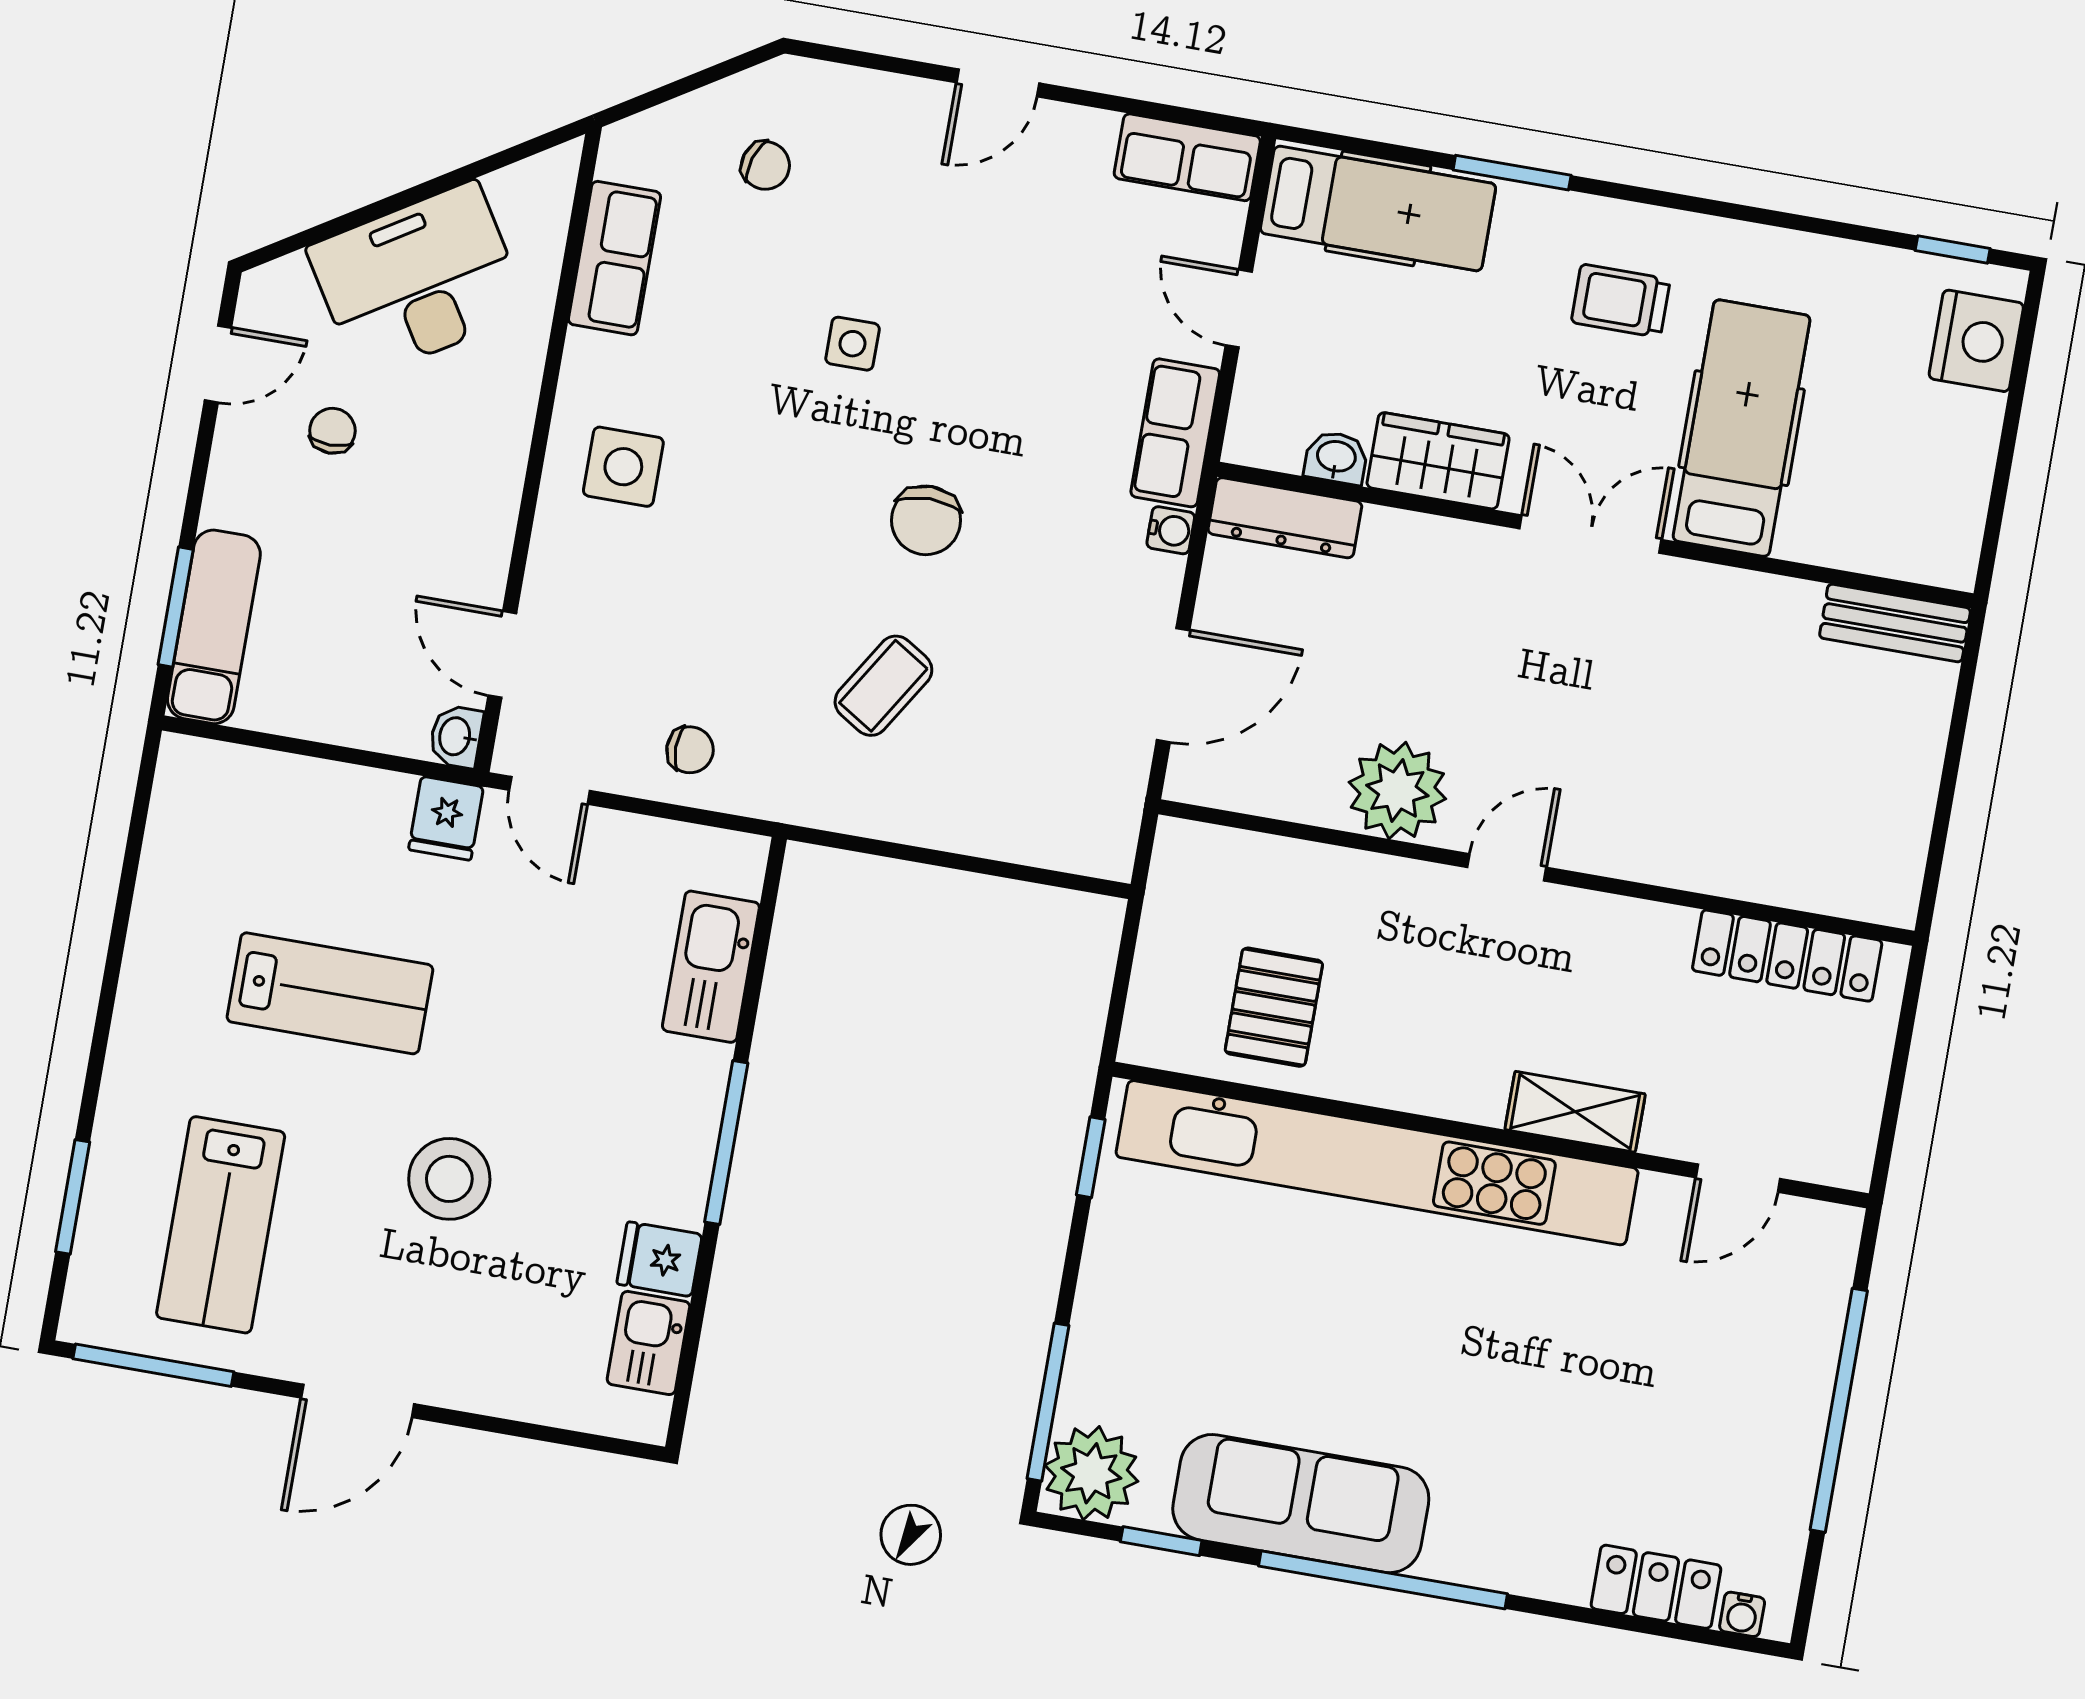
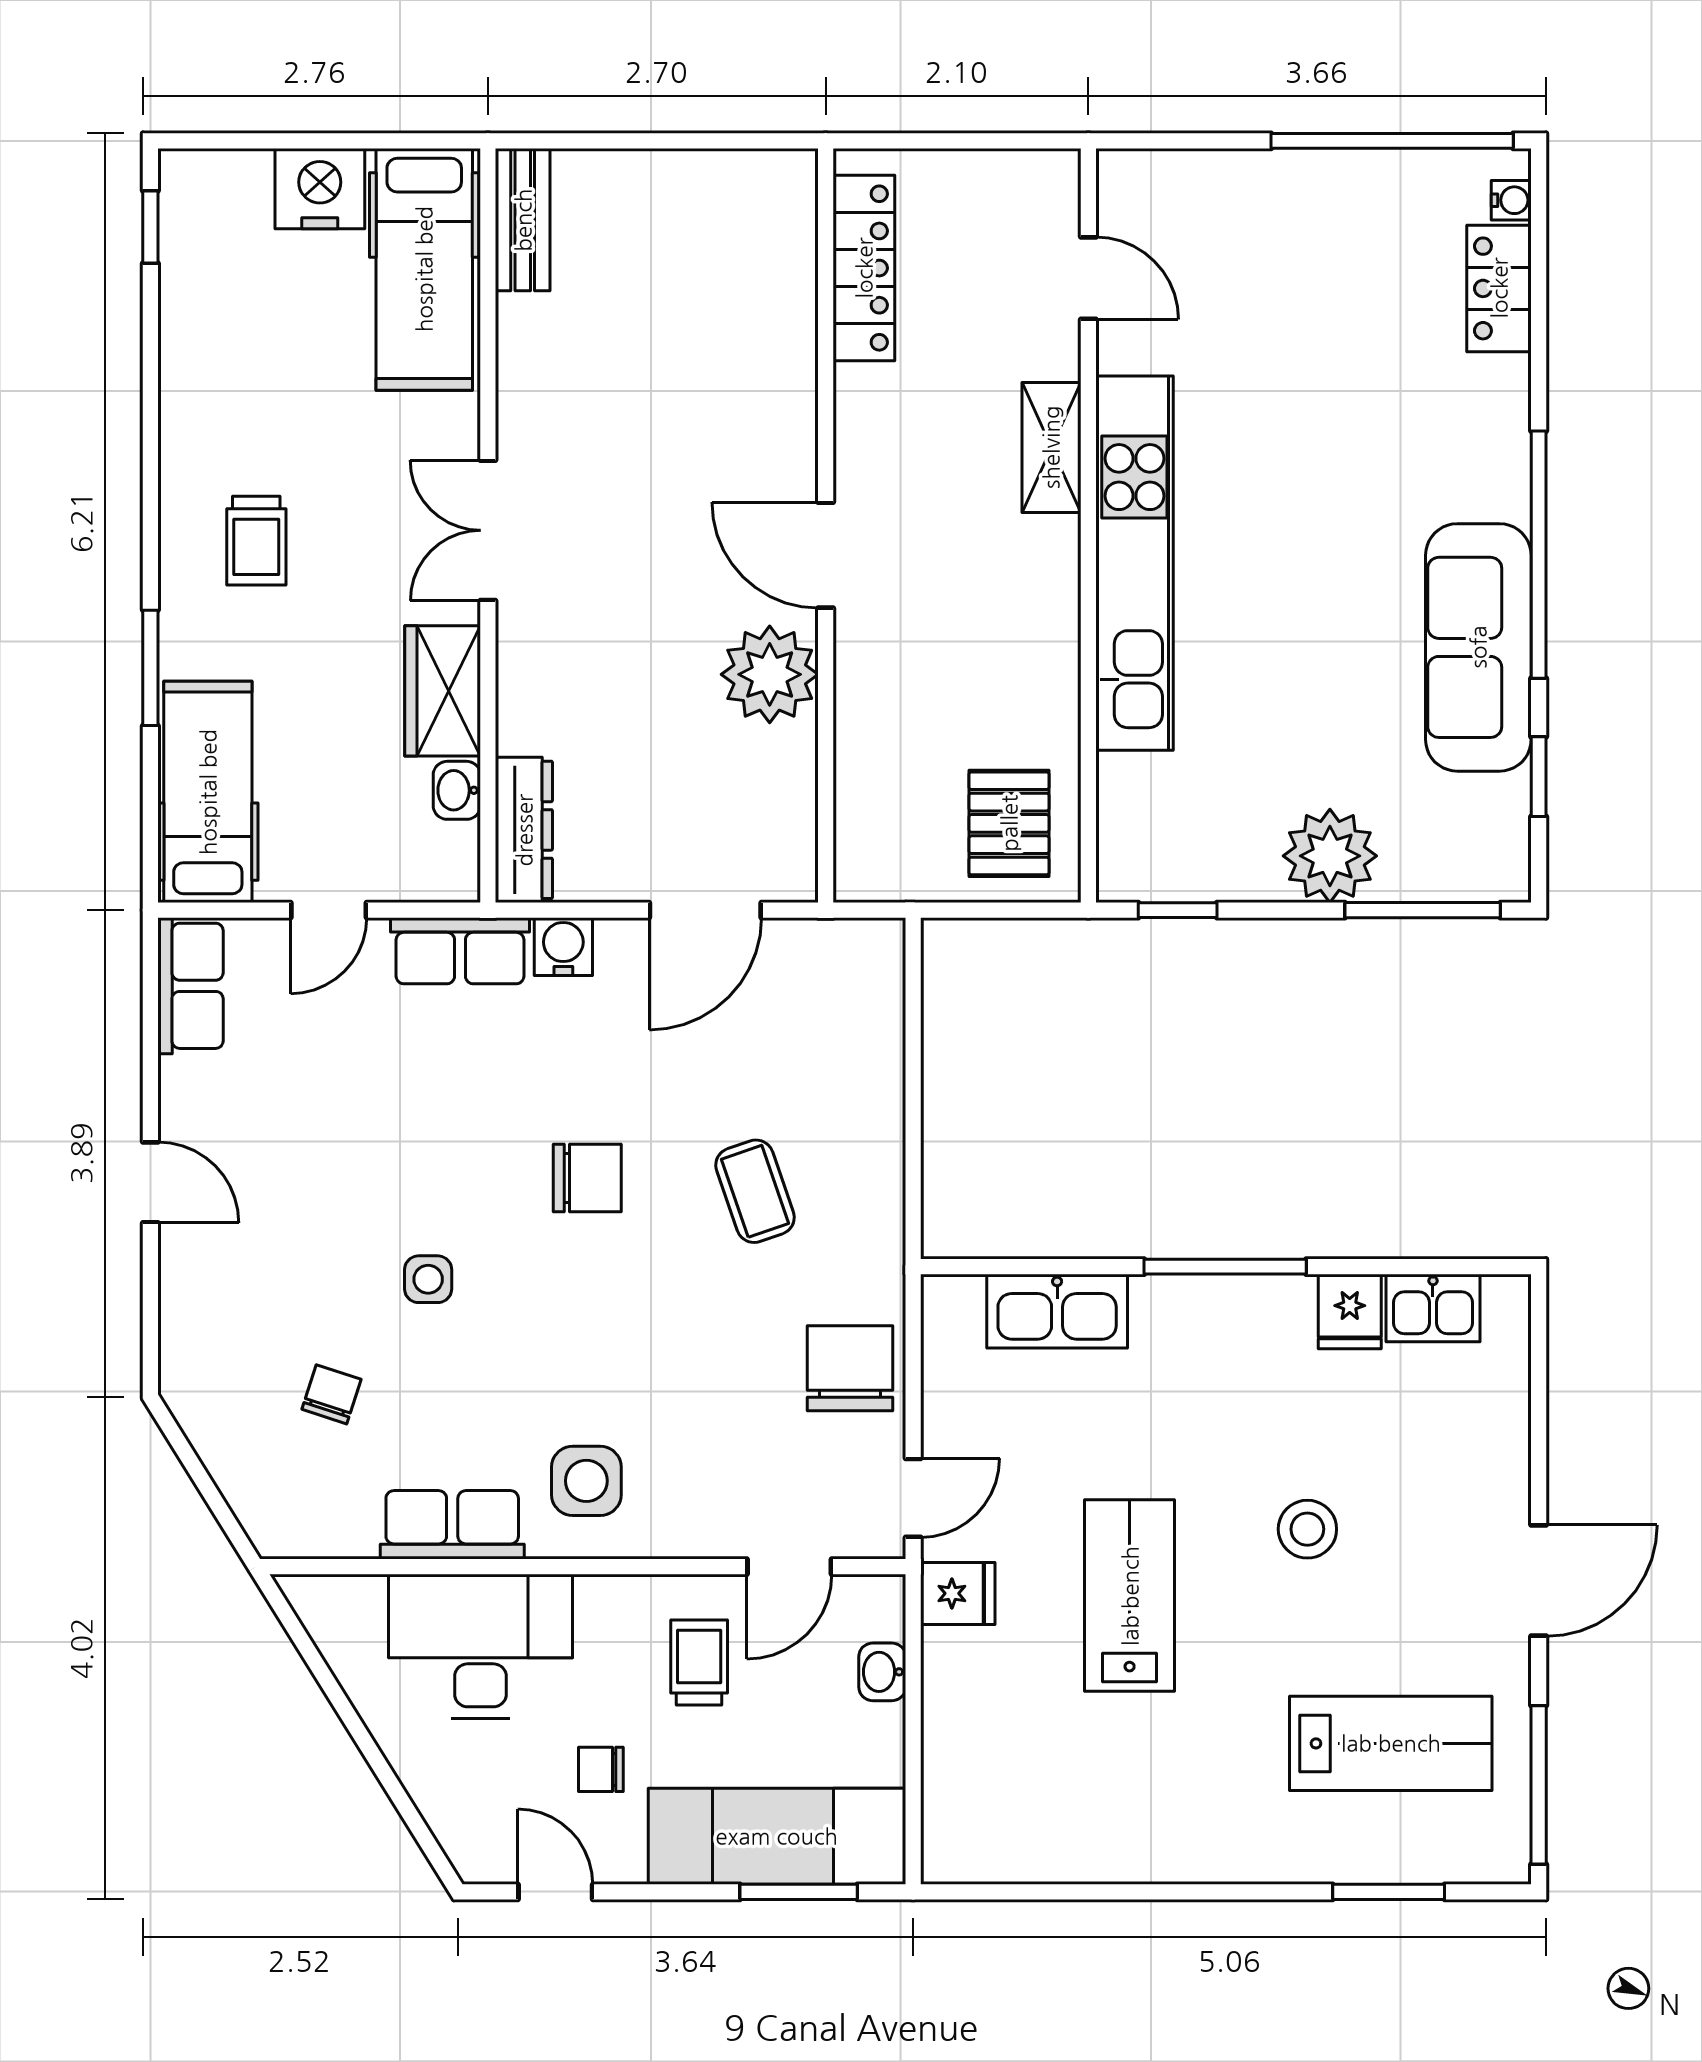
chair: (765, 166) -> (331, 1394), moved
row of seats: (614, 258) -> (452, 1525), moved
desk: (418, 280) -> (480, 1646), moved, turned 122
nightstand: (1976, 341) -> (320, 189), moved
hospital bed: (1742, 428) -> (424, 269), moved, turned -90
water cooler: (1171, 530) -> (563, 947), width x1.38, depth x1.38
trolley: (422, 548) -> (699, 1662), added
exam couch: (214, 627) -> (777, 1836), width x1.36, depth x1.45
door: (1173, 685) -> (705, 910), swing flipped
coffee table: (883, 686) -> (755, 1191), turned 39
washbasin: (456, 736) -> (882, 1672), moved, turned 90
chair: (690, 750) -> (850, 1368), width x1.87, depth x1.87
door: (1507, 867) -> (826, 555), width x1.38
lab bench: (330, 993) -> (1130, 1596), moved
pallet: (1274, 1007) -> (1009, 823), moved, turned 90
kitchen unit: (1377, 1163) -> (1134, 563), width x0.73
stool: (449, 1179) -> (1307, 1529), width x0.73, depth x0.73
door: (358, 1401) -> (1539, 1581), hinge flipped
window: (1839, 1410) -> (1392, 141), moved
plant: (1091, 1473) -> (1330, 856), moved

